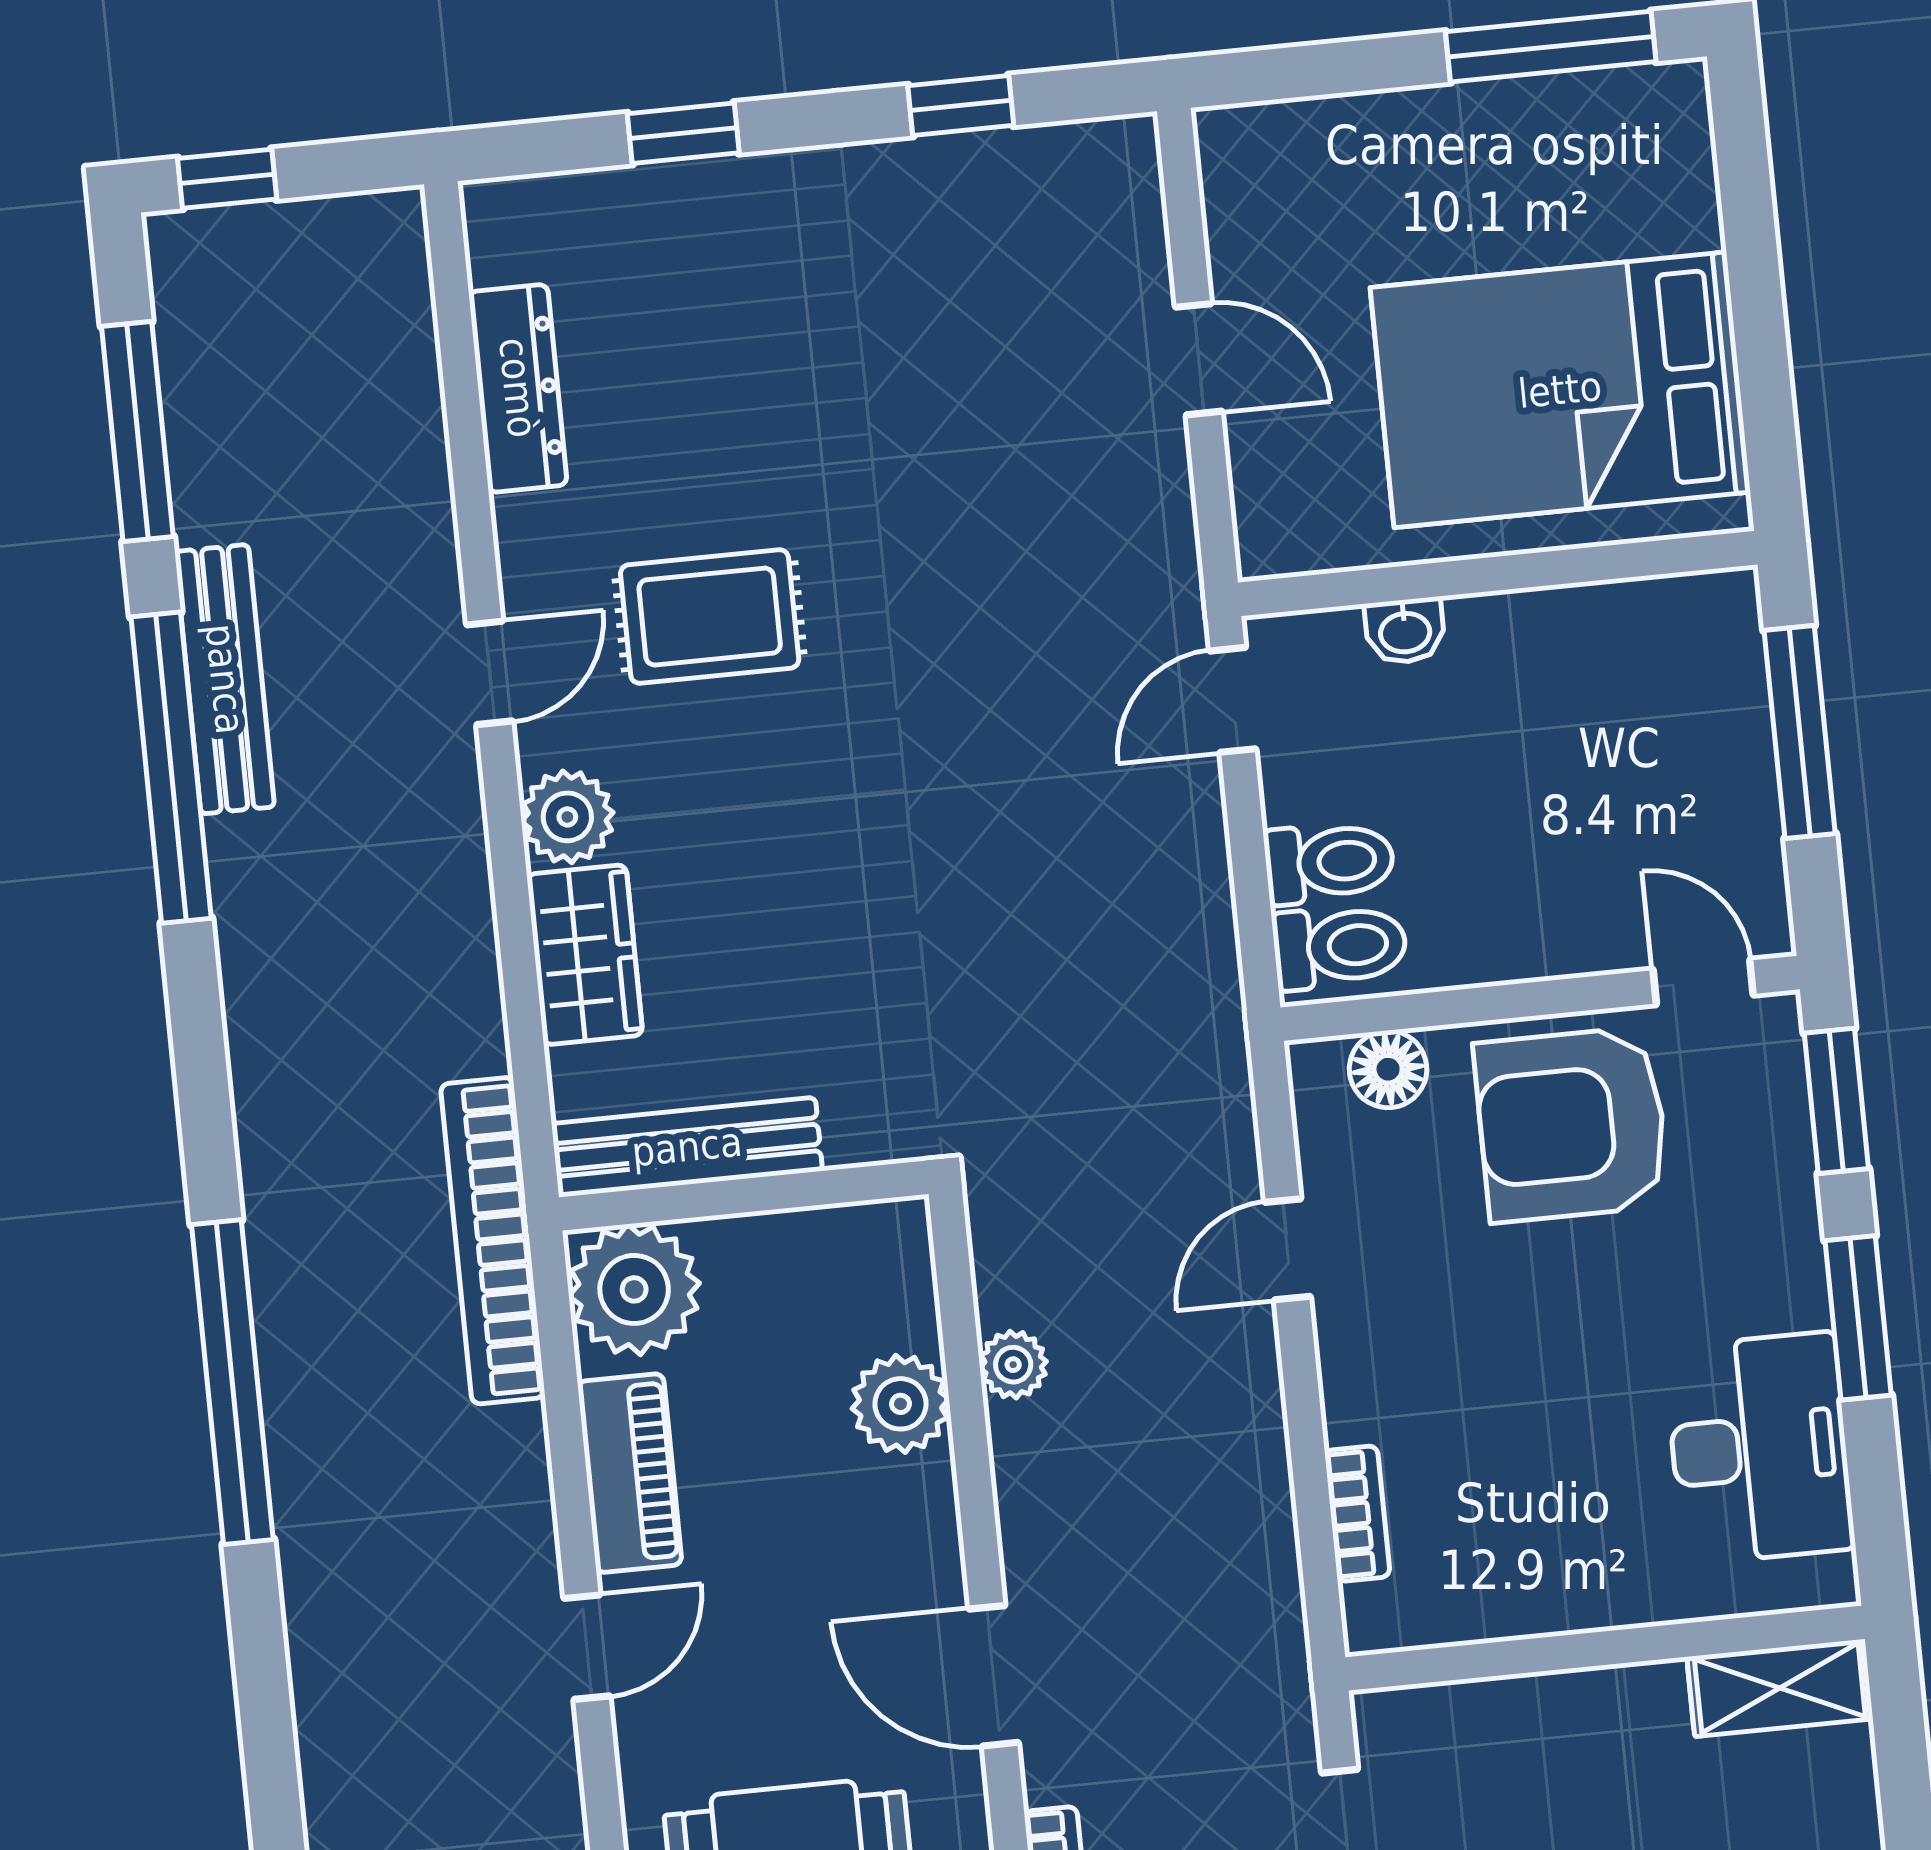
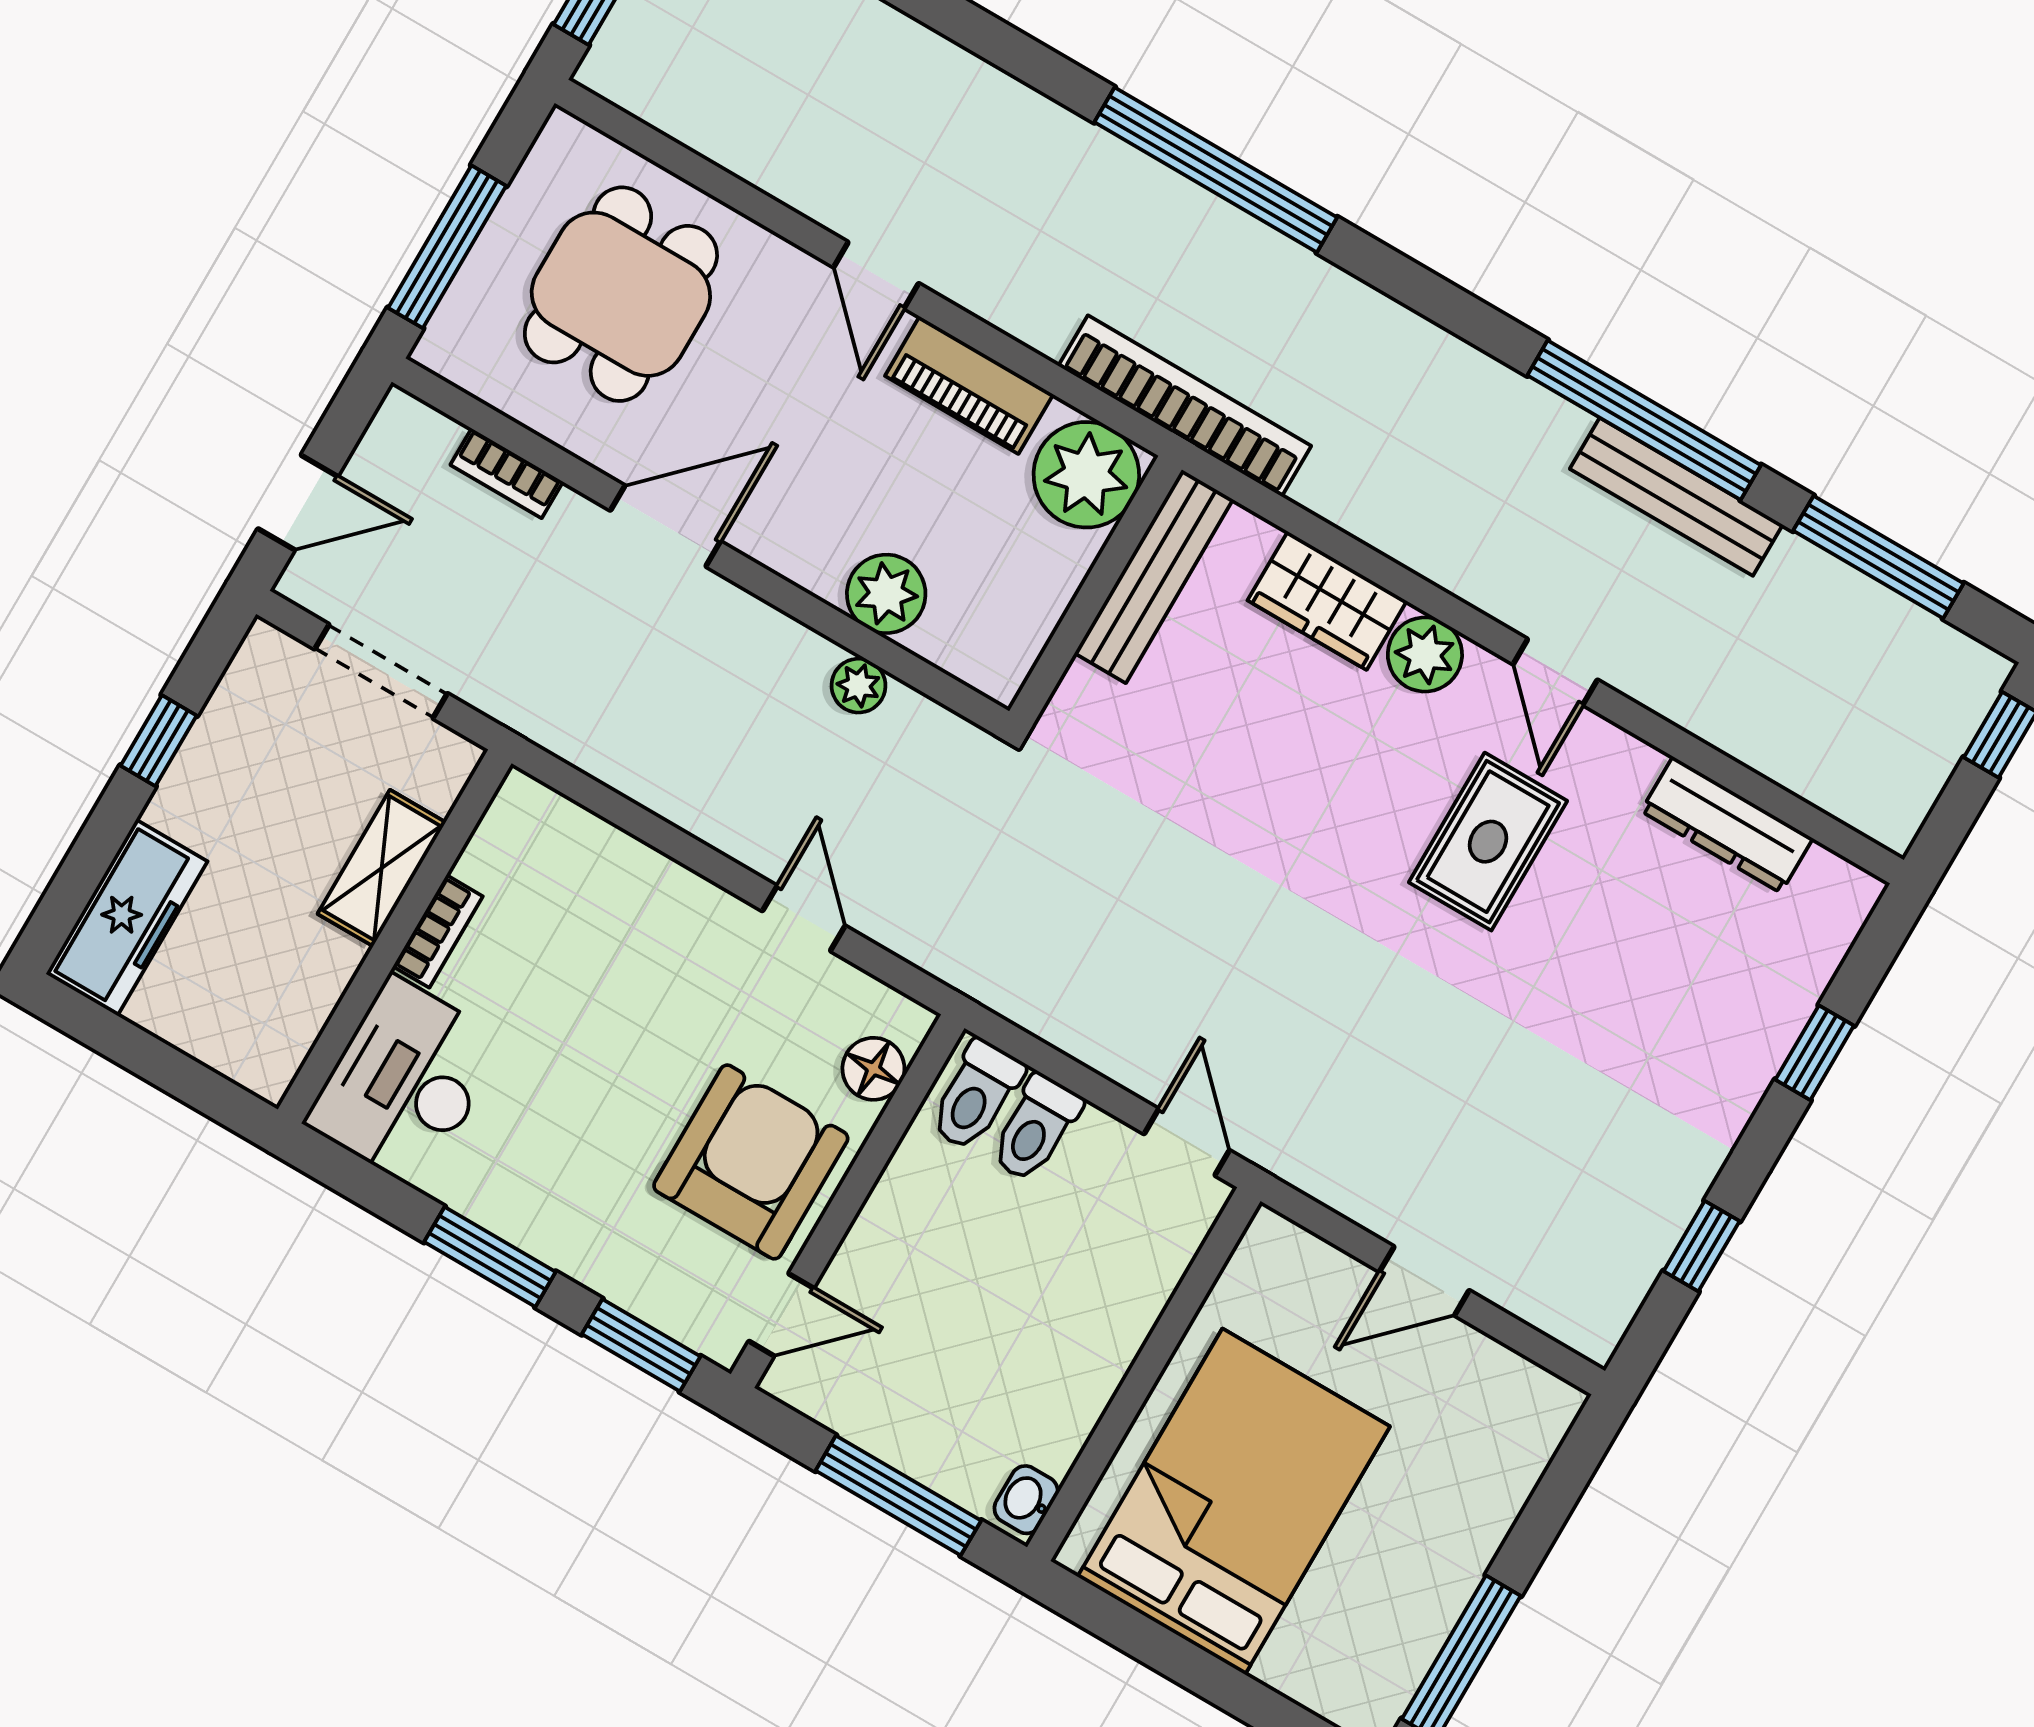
washbasin: (1405, 631) -> (1026, 1500), moved
desk: (1759, 1448) -> (405, 1082), moved, turned 90
bookcase: (1357, 1514) -> (438, 931), moved, turned -90
shelving: (1780, 1688) -> (382, 868), moved

